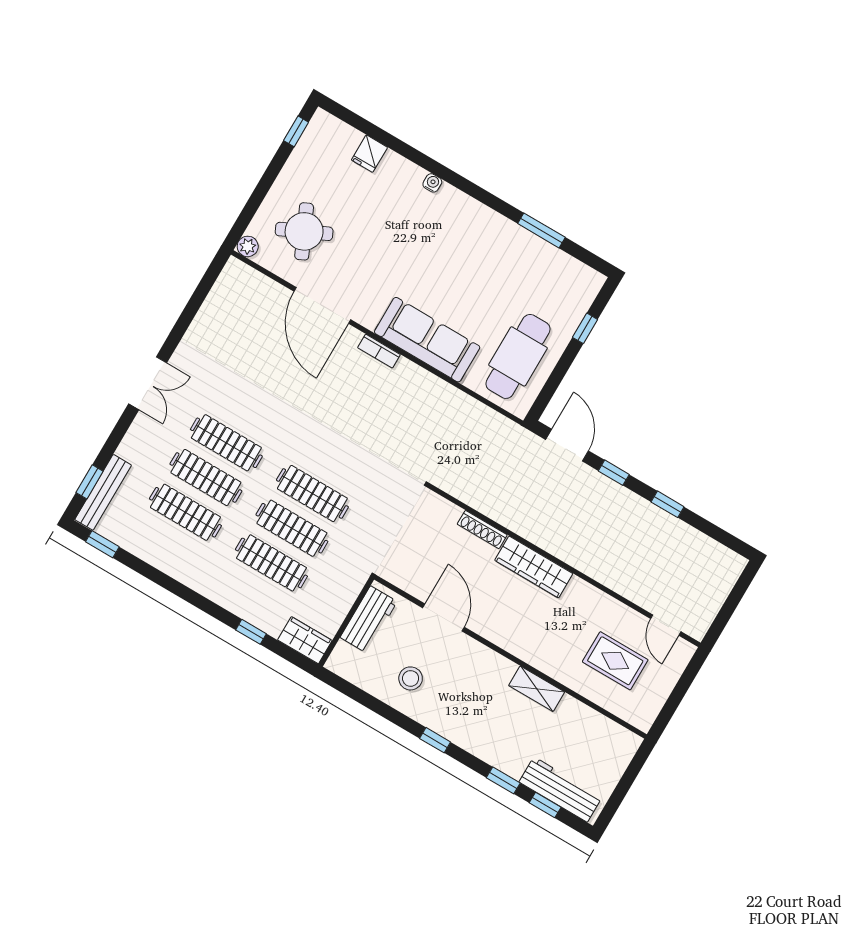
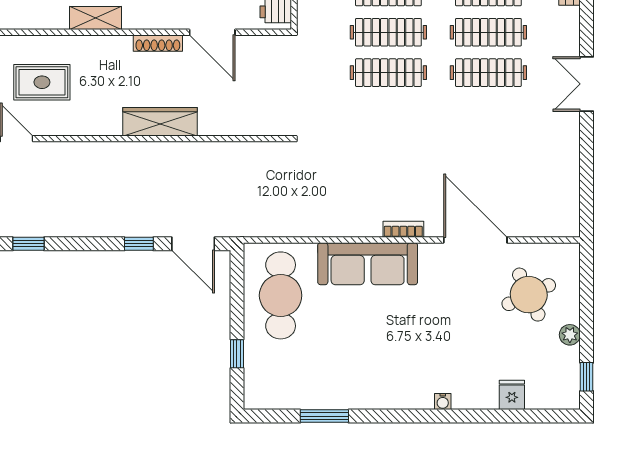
plant: (248, 246) -> (570, 335), moved
window: (668, 504) -> (28, 244), moved
shoe rack: (482, 530) -> (158, 43), moved, turned 180

